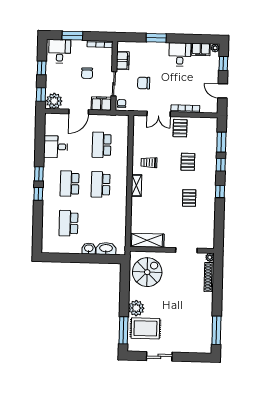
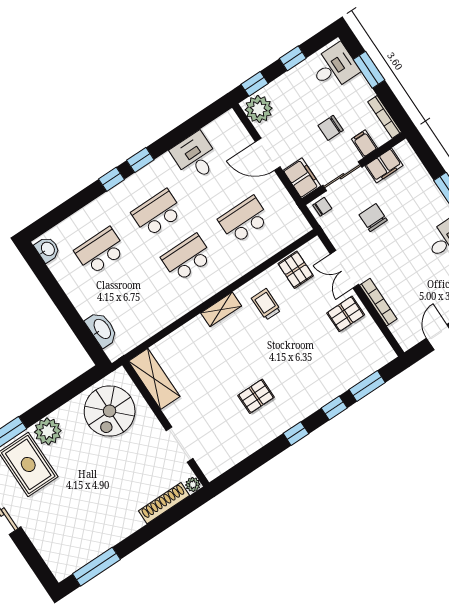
filing cabinet: (106, 62) -> (364, 144), added
pallet: (188, 162) -> (296, 270), moved, turned 90
washbasin: (89, 249) -> (47, 249), moved
spiral stairs: (147, 272) -> (110, 411), turned 90

